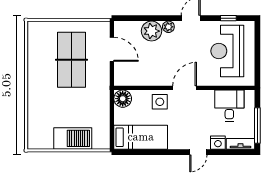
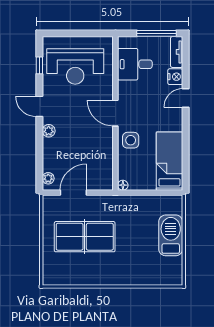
plant: (151, 31) -> (48, 178), moved, width x0.53, depth x0.53
floor lamp: (123, 99) -> (123, 185), width x0.53, depth x0.53
door: (198, 152) -> (186, 98), swing flipped

